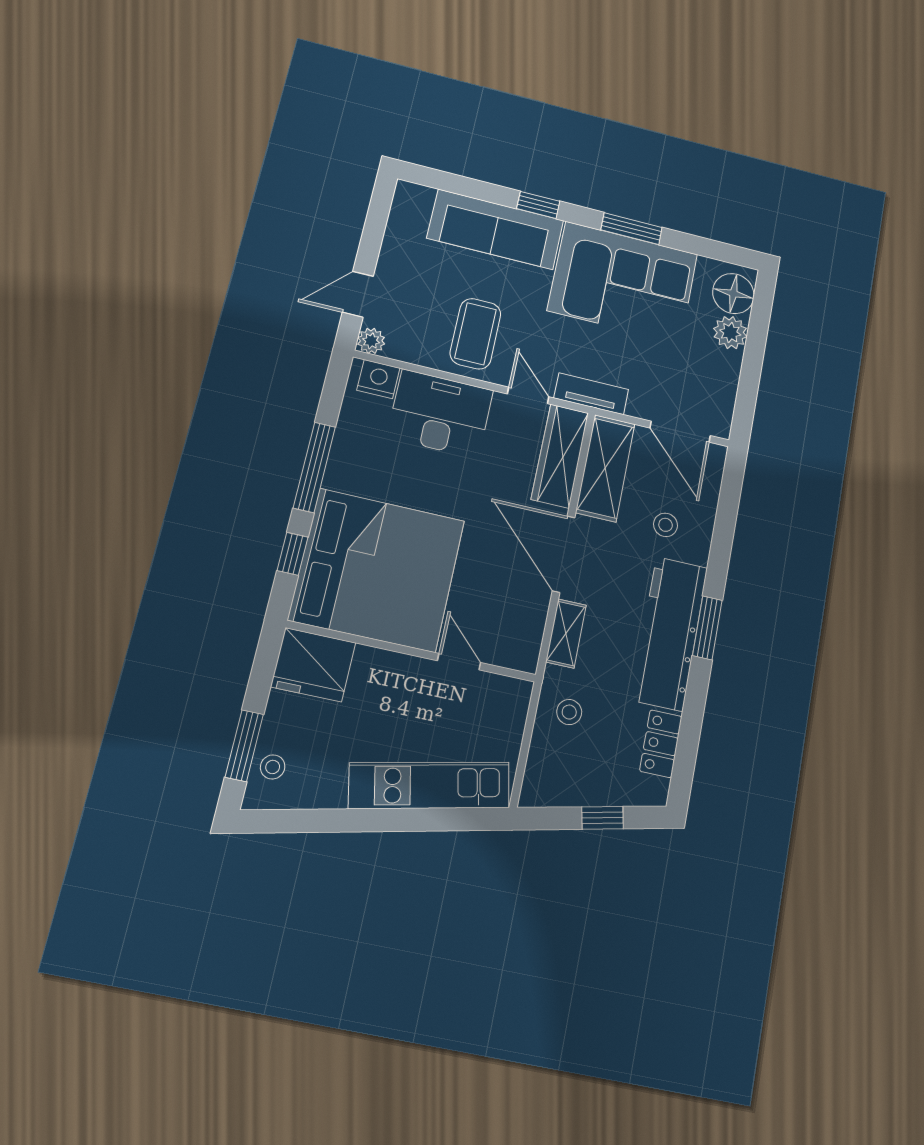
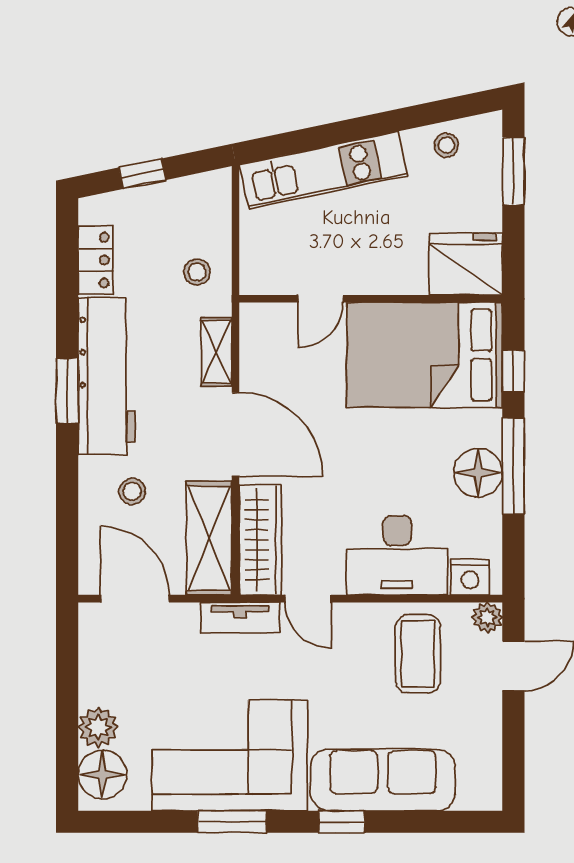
coffee table: (475, 334) -> (418, 654), moved
floor lamp: (349, 469) -> (478, 473), added
bed: (377, 570) -> (425, 355), width x0.73
door: (459, 662) -> (321, 299), hinge flipped
stool: (273, 767) -> (446, 145), moved

